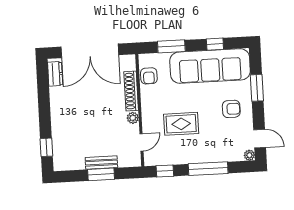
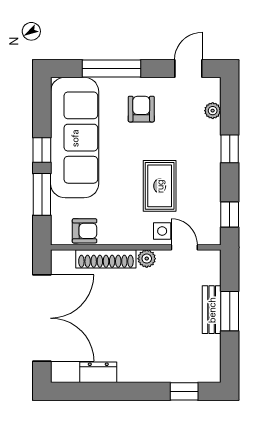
window: (215, 44) -> (42, 150), moved
dresser: (55, 74) -> (98, 372), moved
window: (257, 88) -> (111, 68), width x1.44
side table: (151, 127) -> (162, 231), added
plant: (249, 155) -> (213, 111), moved
window: (208, 169) -> (230, 149), width x0.46

